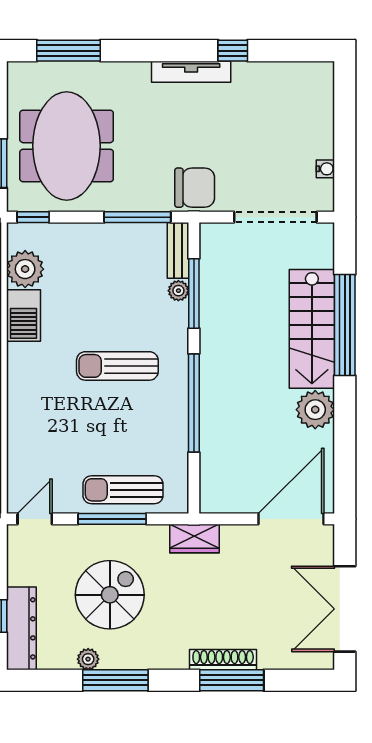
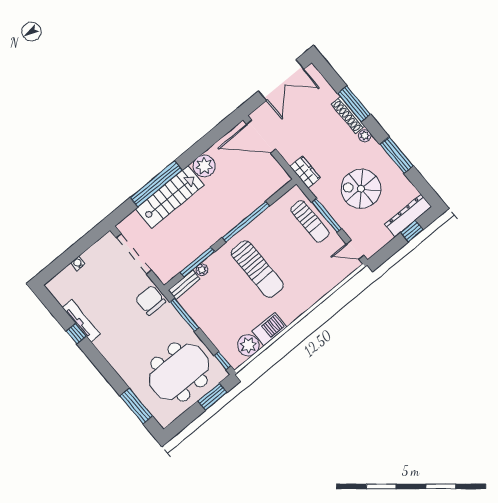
tv unit: (191, 72) -> (81, 321), moved
water cooler: (325, 169) -> (78, 263), moved
sun lounger: (117, 366) -> (257, 269), width x1.36, depth x1.34
plant: (88, 659) -> (365, 136), moved

